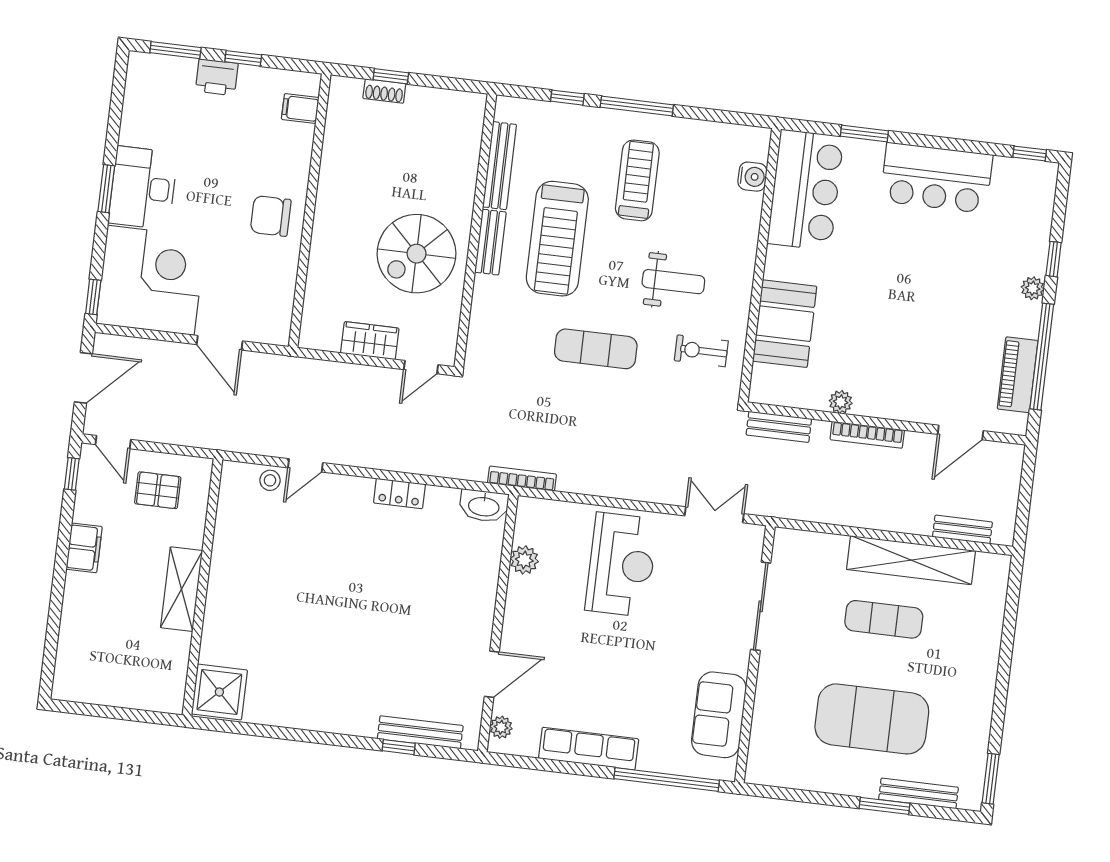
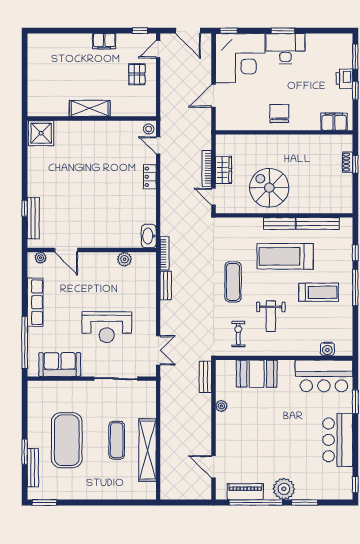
filing cabinet: (300, 108) -> (334, 122), width x2.00
window: (1054, 259) -> (305, 503), width x1.50
plant: (1033, 288) -> (284, 489), width x1.87, depth x1.87
bookcase: (867, 435) -> (207, 168), moved
locker: (399, 493) -> (150, 177), moved
bench: (962, 529) -> (166, 286), moved
reception desk: (621, 565) -> (107, 327), moved
wall: (202, 587) -> (92, 119), moved
shelving: (182, 589) -> (90, 108), moved
shower: (219, 692) -> (41, 133), moved

